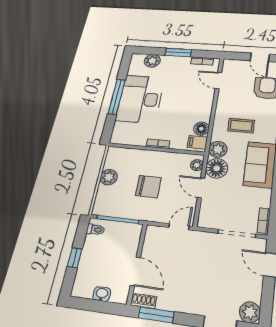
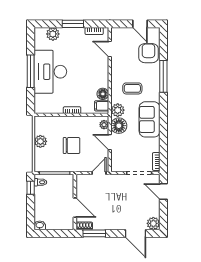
window: (75, 258) -> (31, 188), moved
washbasin: (102, 294) -> (40, 225), moved

